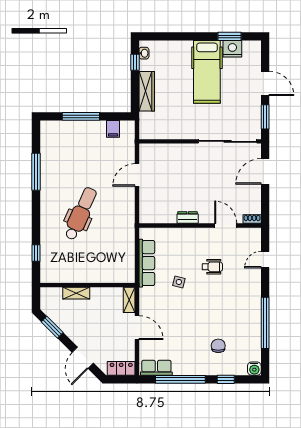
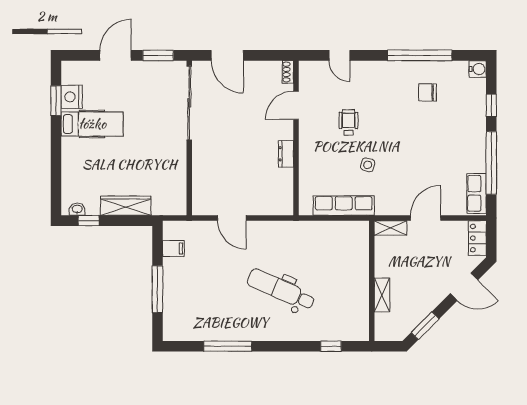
hospital bed: (207, 72) -> (92, 124), width x0.73, depth x0.78
chair: (218, 346) -> (427, 93), moved

